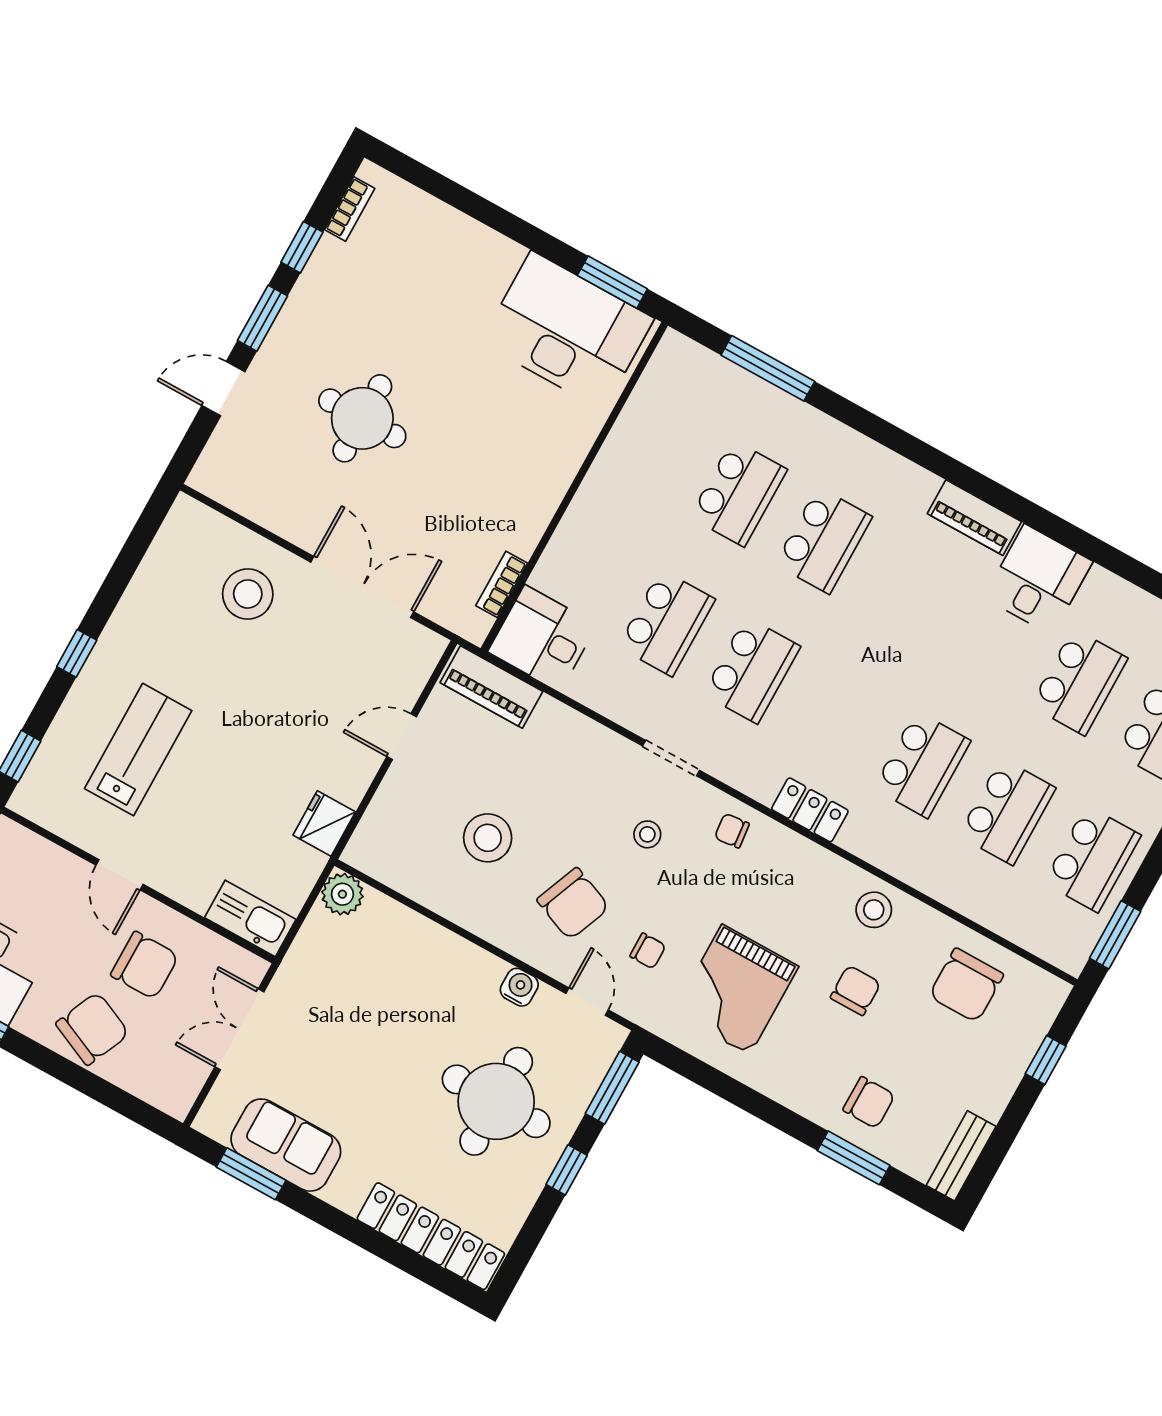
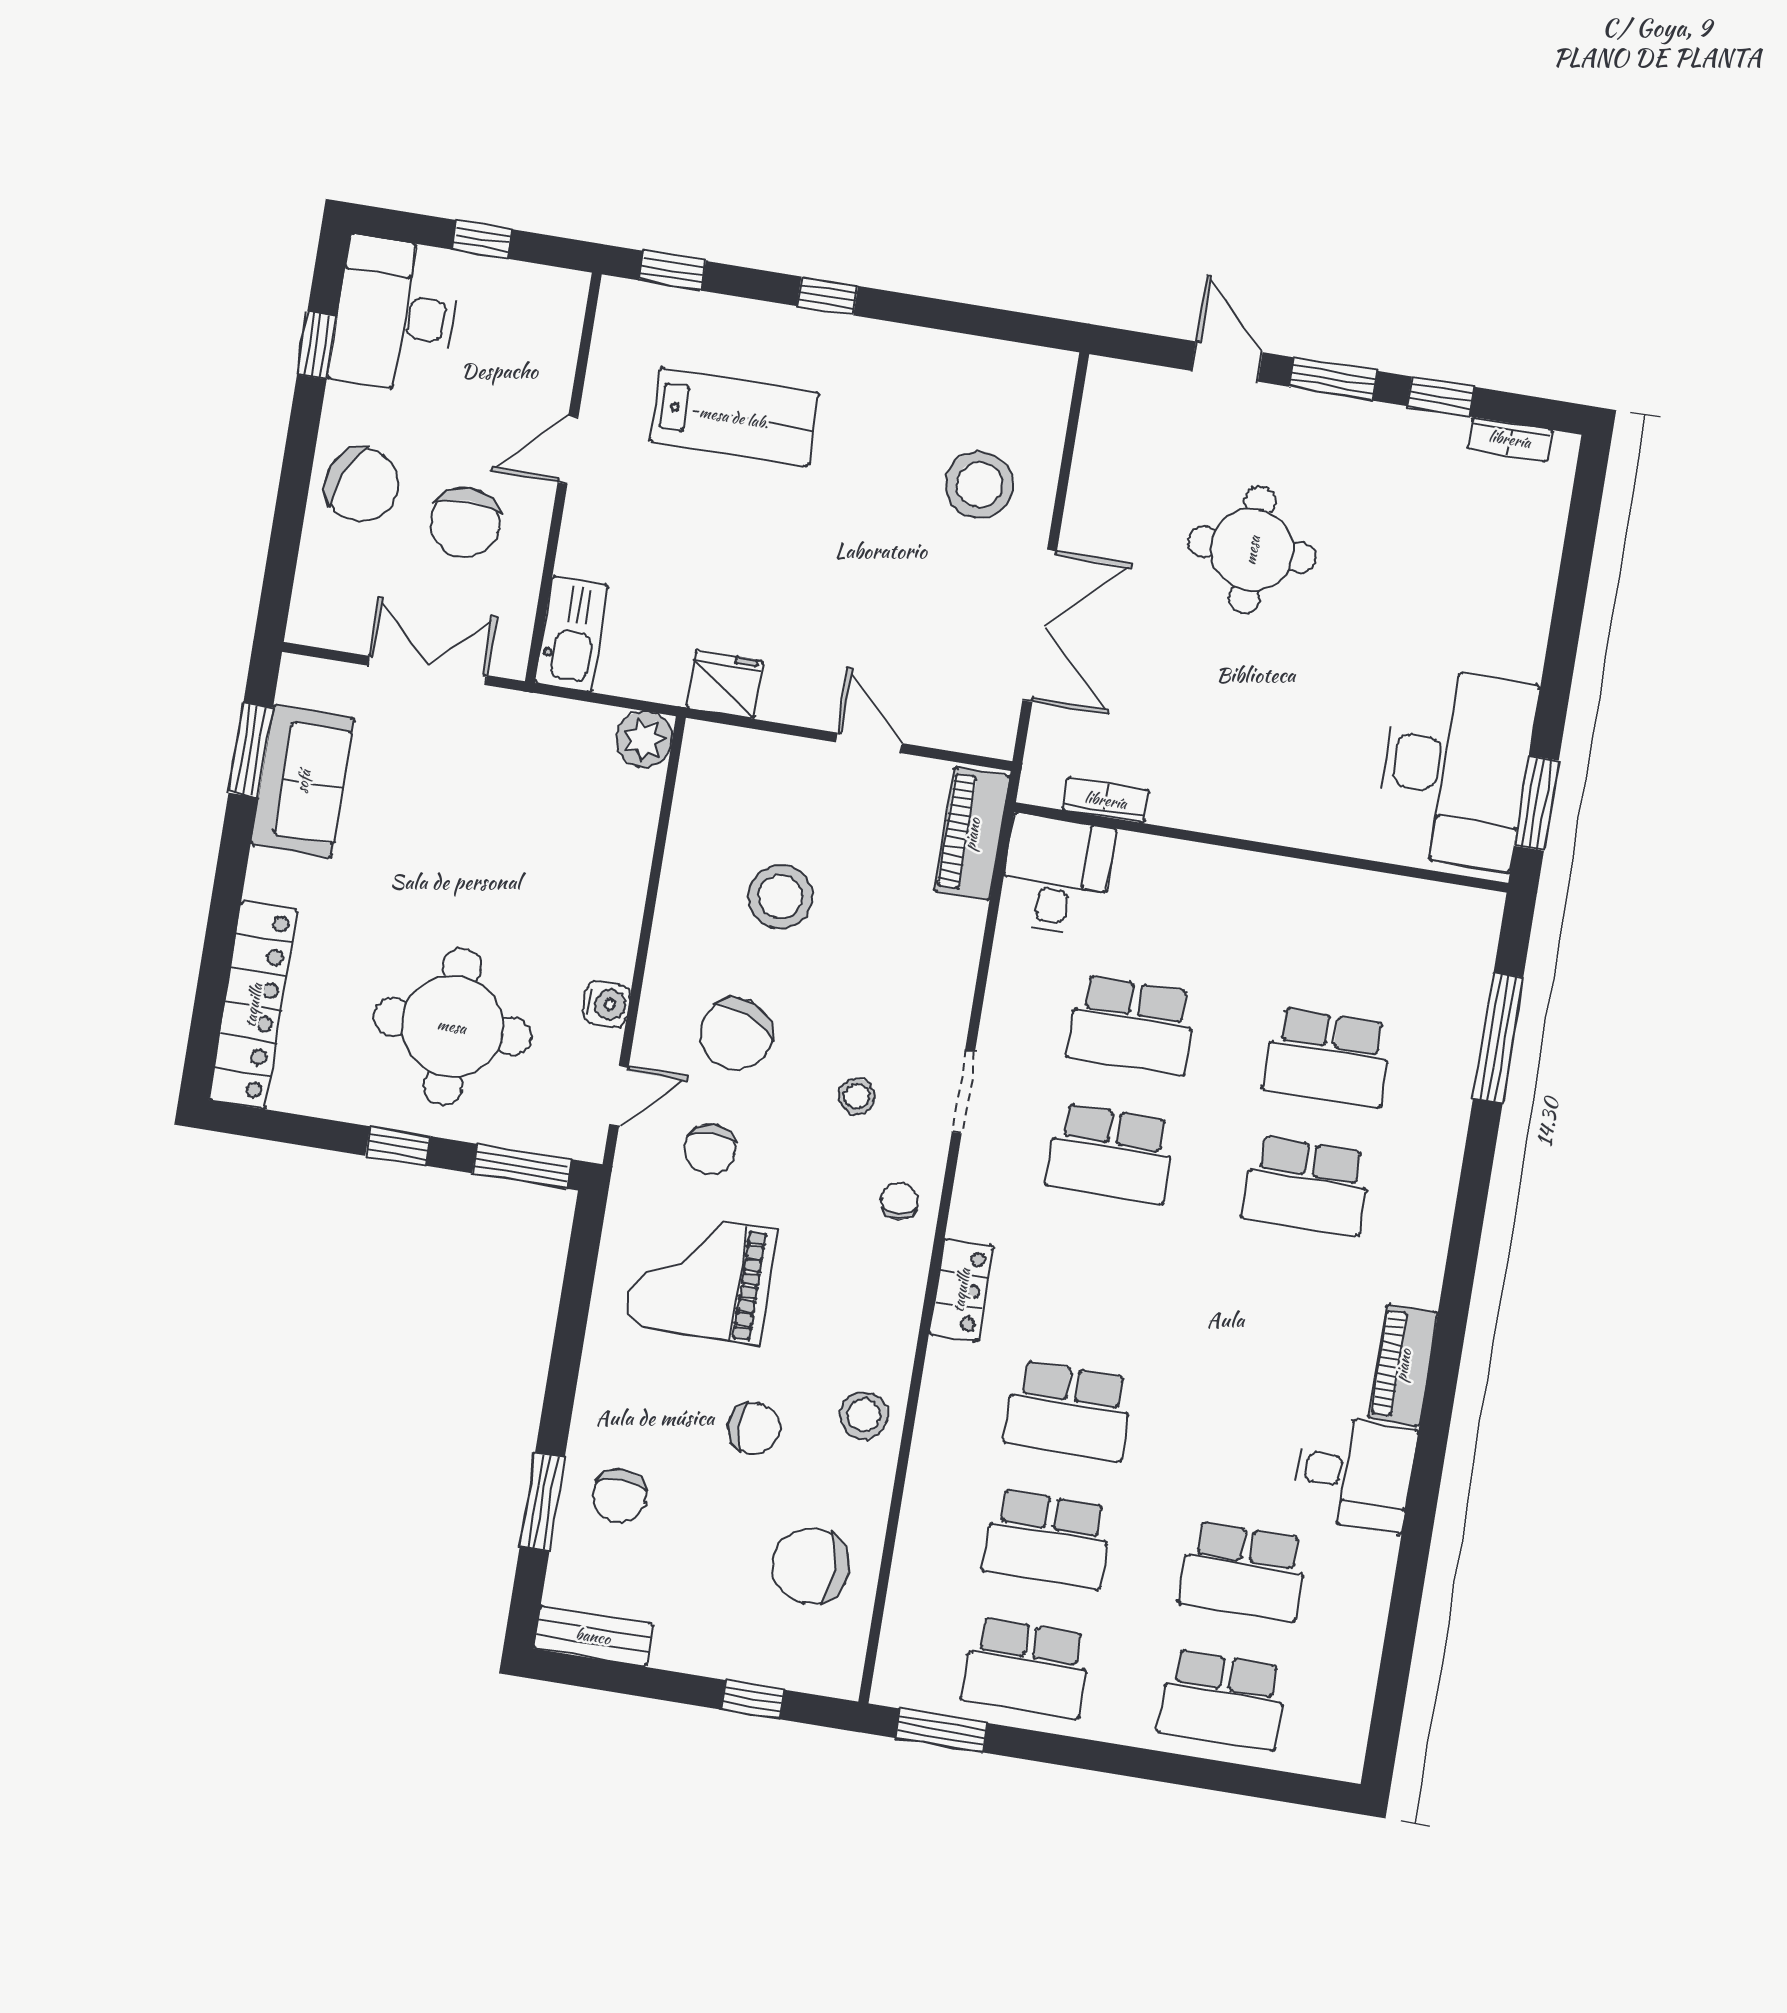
chair: (648, 951) -> (710, 1149), width x1.37, depth x1.37

